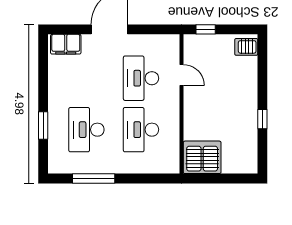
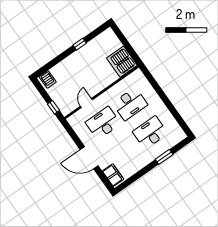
desk: (141, 78) -> (103, 123), turned 180
desk: (86, 130) -> (150, 133), turned 180
window: (94, 179) -> (173, 111), removed

